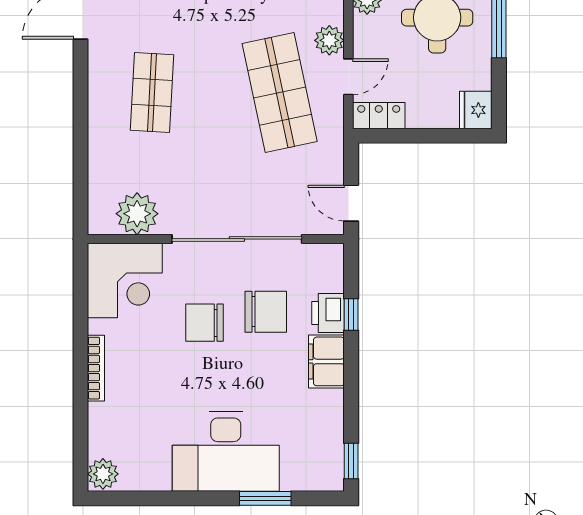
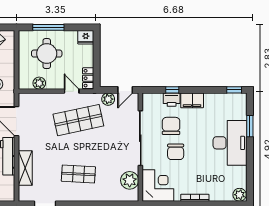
plant: (329, 40) -> (108, 99), moved

